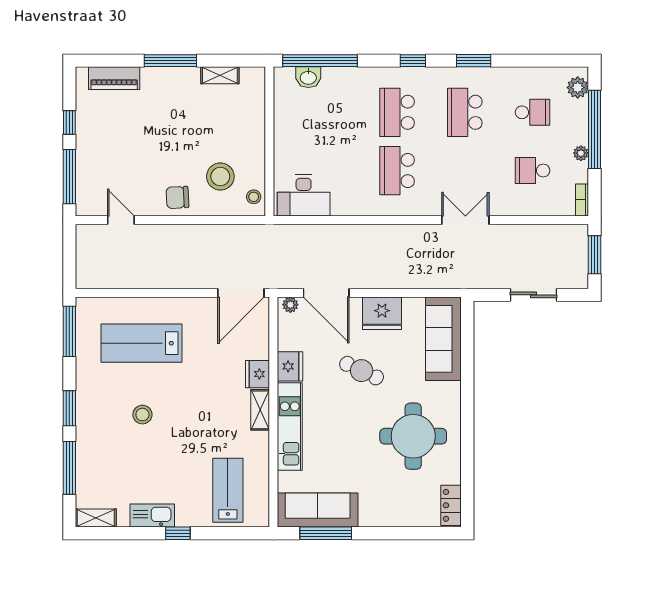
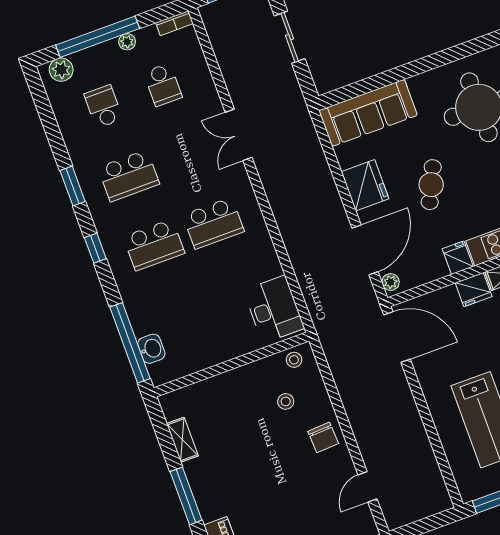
stool: (220, 177) -> (286, 401), width x0.53, depth x0.53
fridge: (290, 366) -> (458, 258), width x0.72

